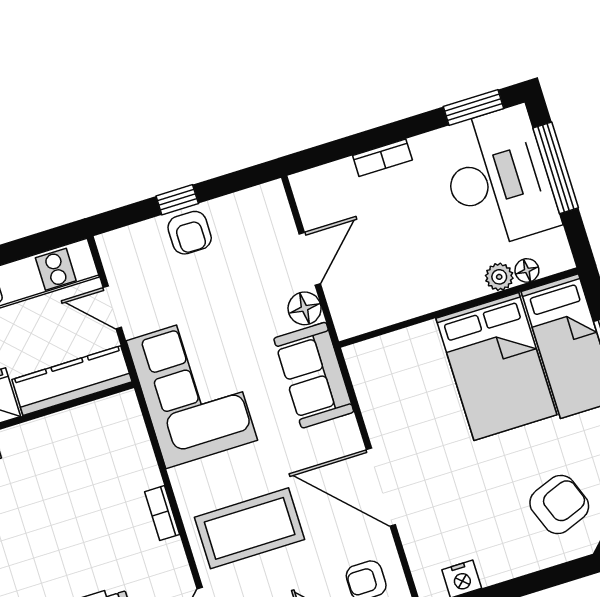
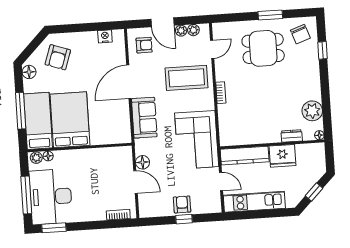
bookcase: (382, 158) -> (118, 215), moved
door: (310, 259) -> (136, 182), swing flipped
plant: (499, 277) -> (36, 158), moved
sofa: (314, 375) -> (144, 118), moved
door: (381, 487) -> (129, 82), swing flipped
armchair: (559, 504) -> (58, 57), turned -50

